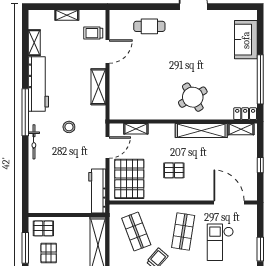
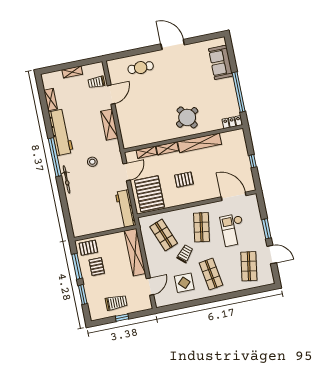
shelving: (241, 129) -> (167, 148), moved

